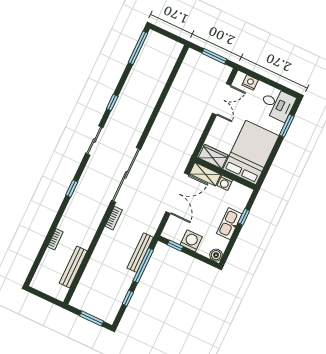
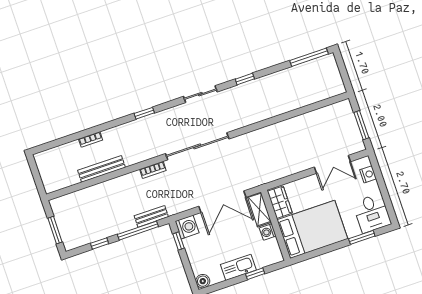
washing machine: (191, 241) -> (187, 227), moved
bench: (140, 253) -> (151, 216), width x0.73
bench: (73, 267) -> (102, 169), moved

